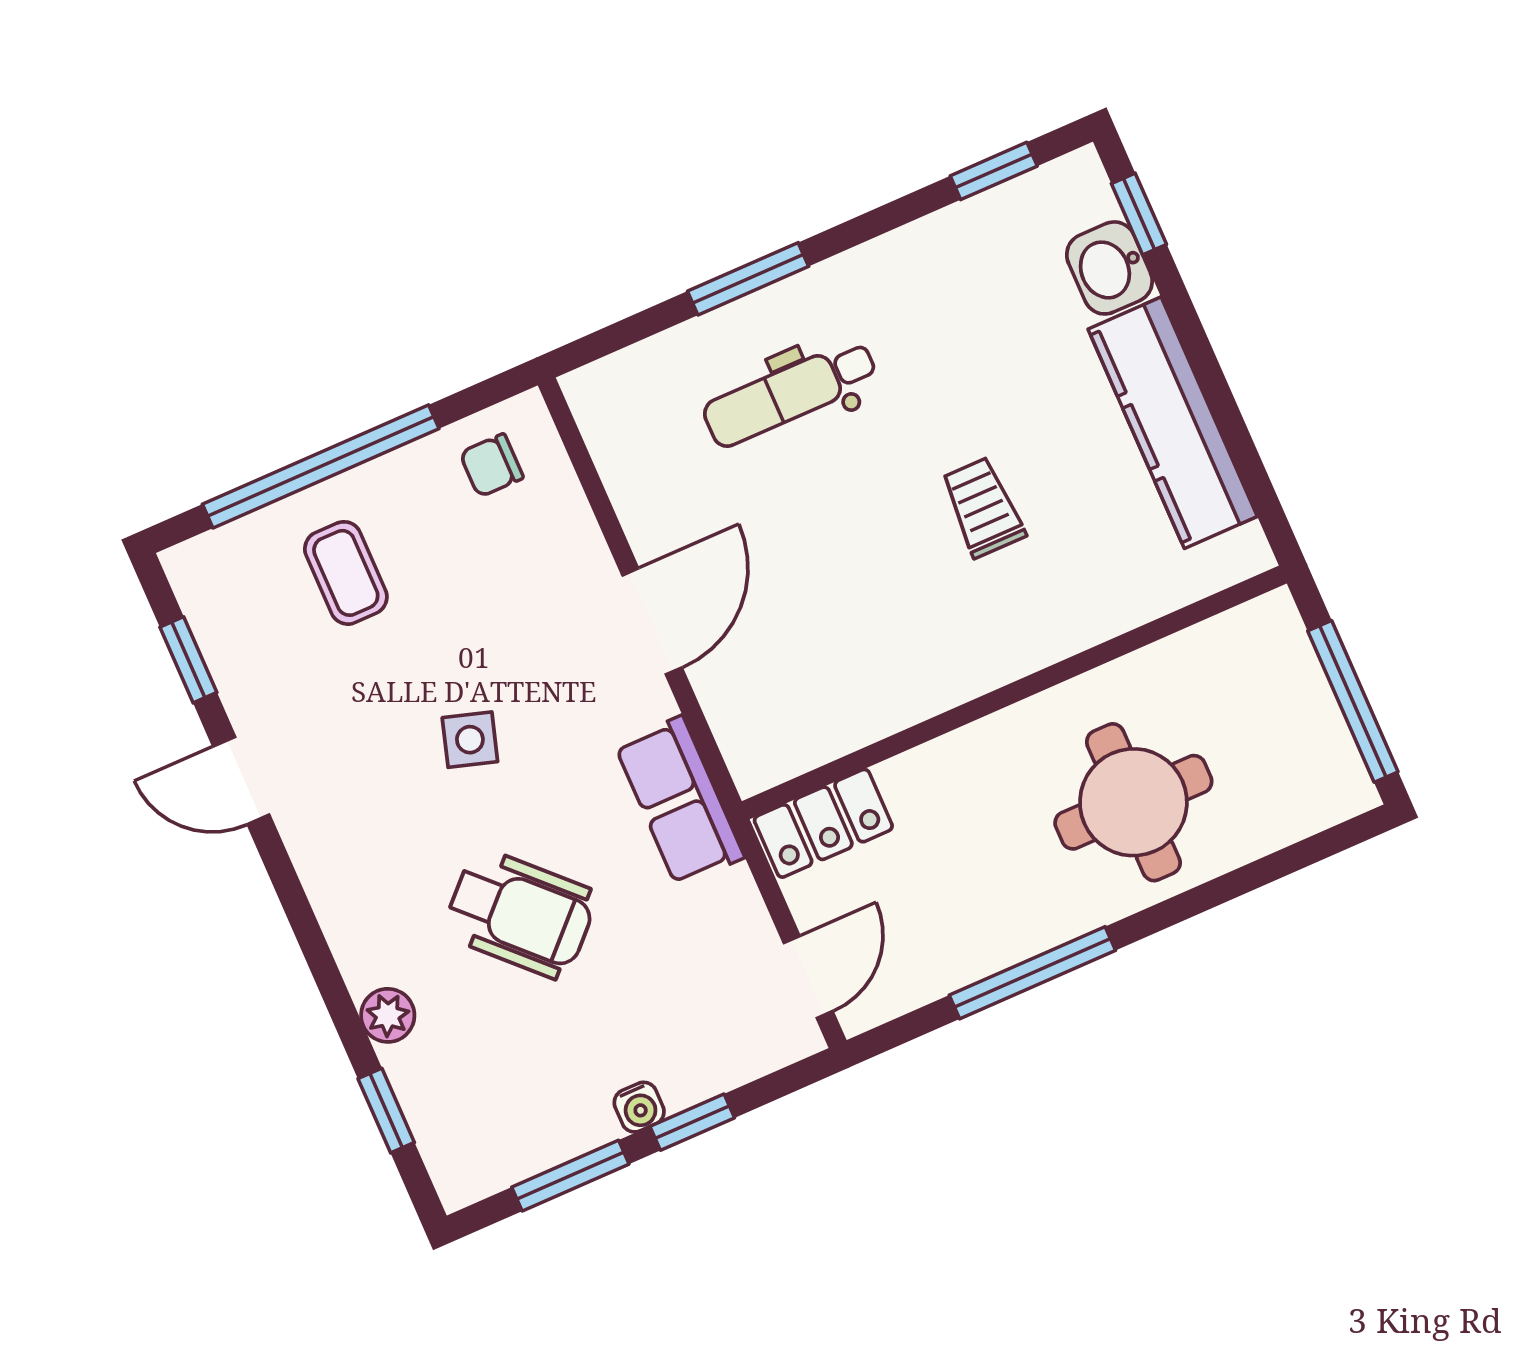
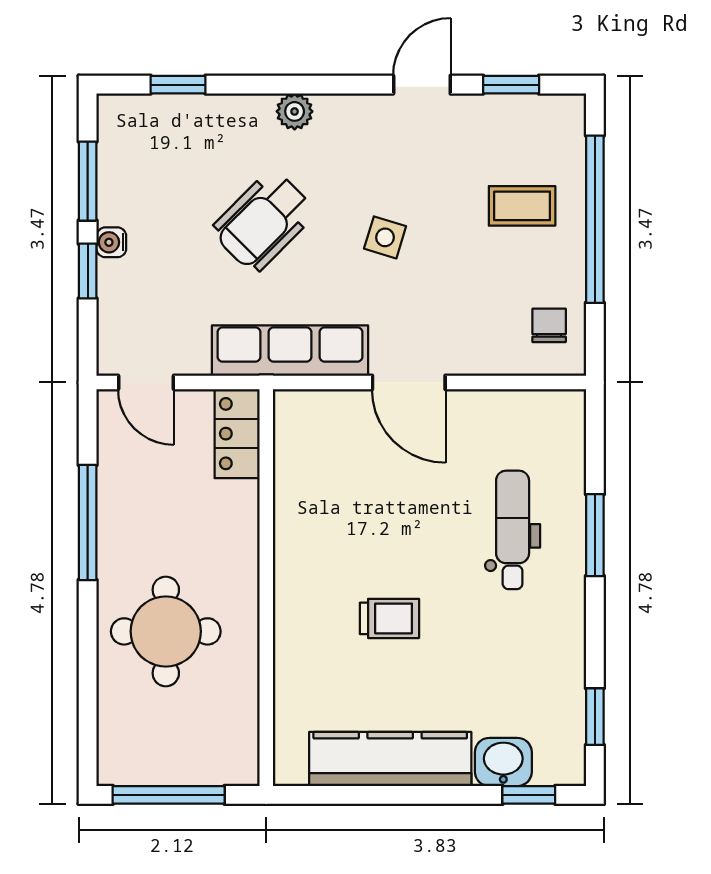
row of seats: (680, 801) -> (290, 351), width x1.48
plant: (388, 1015) -> (295, 111), moved

